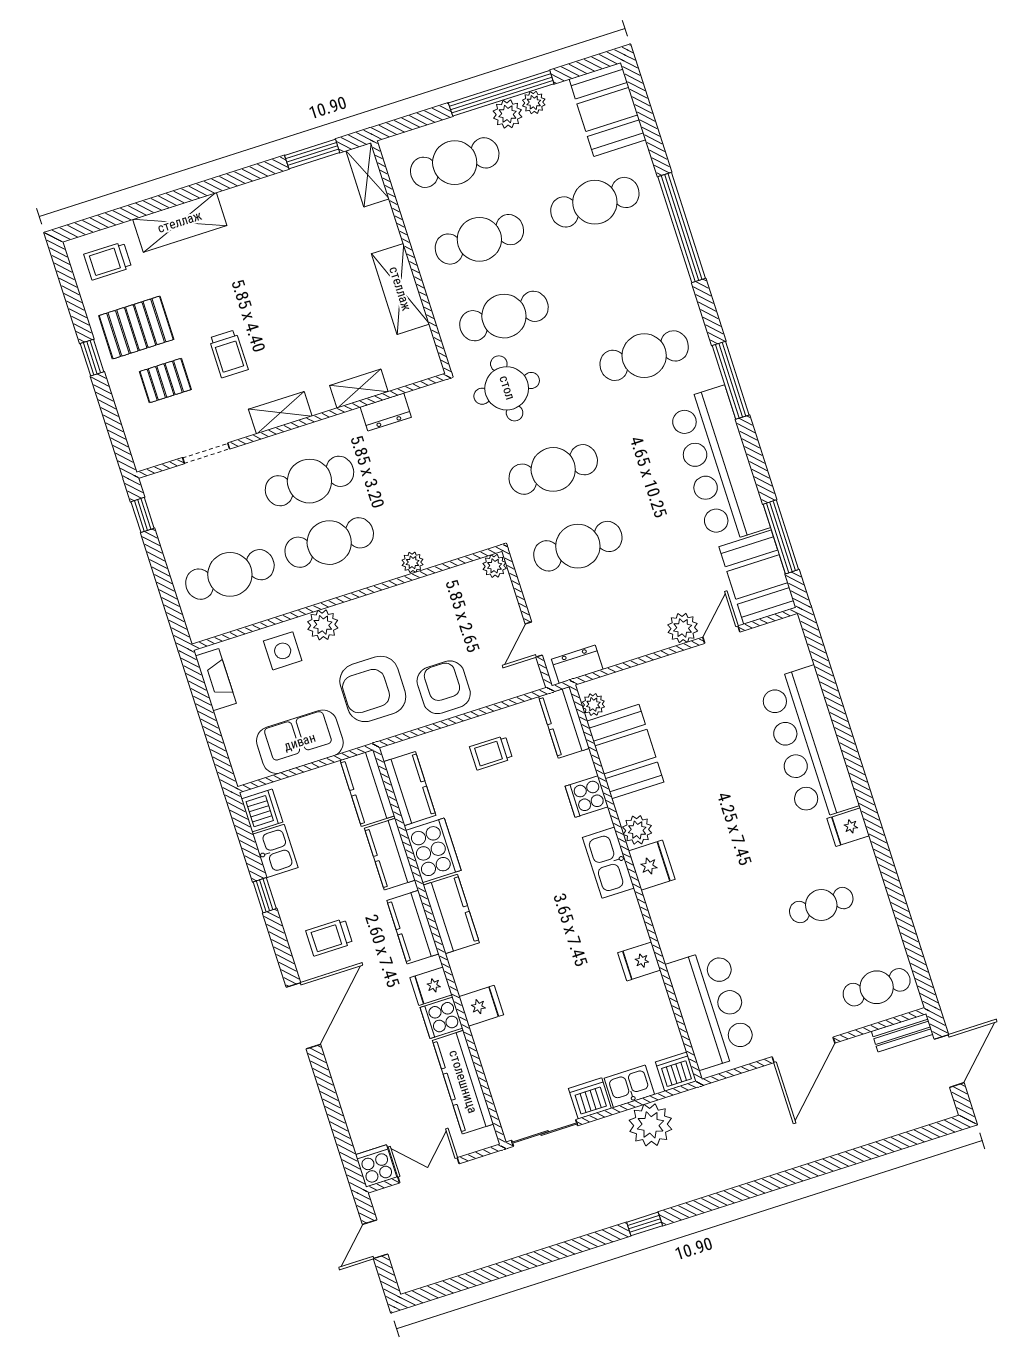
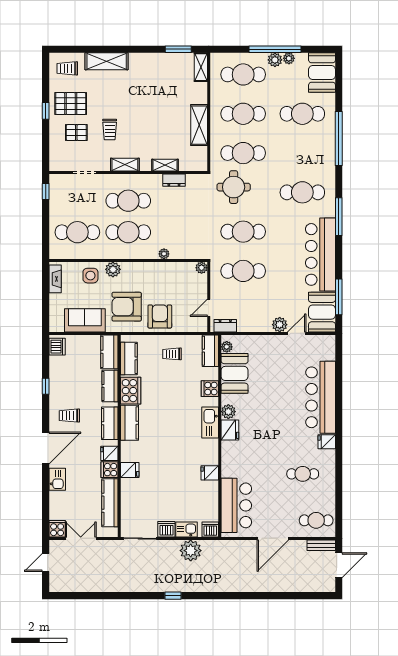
kitchen sink: (275, 851) -> (57, 479), moved

